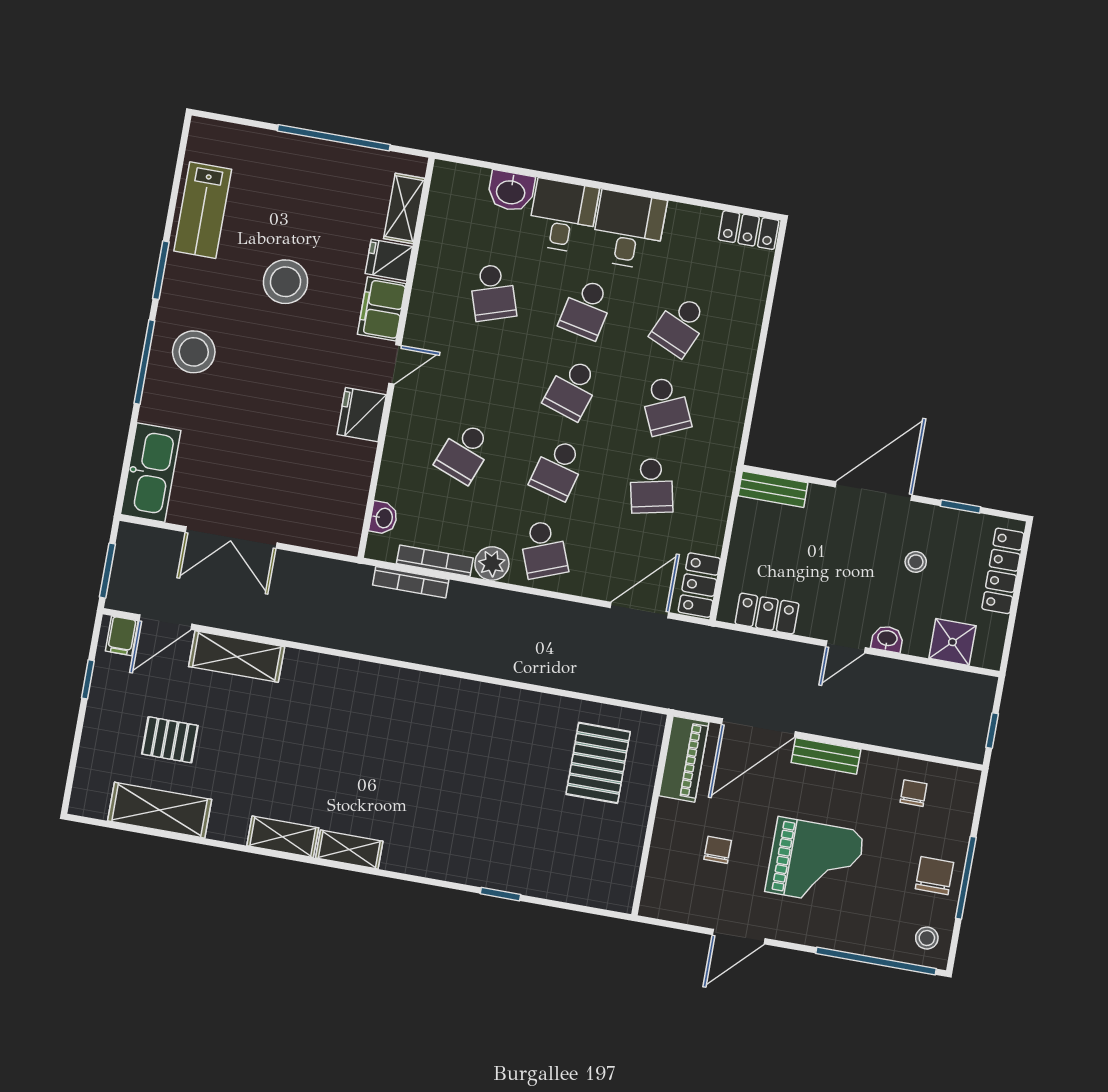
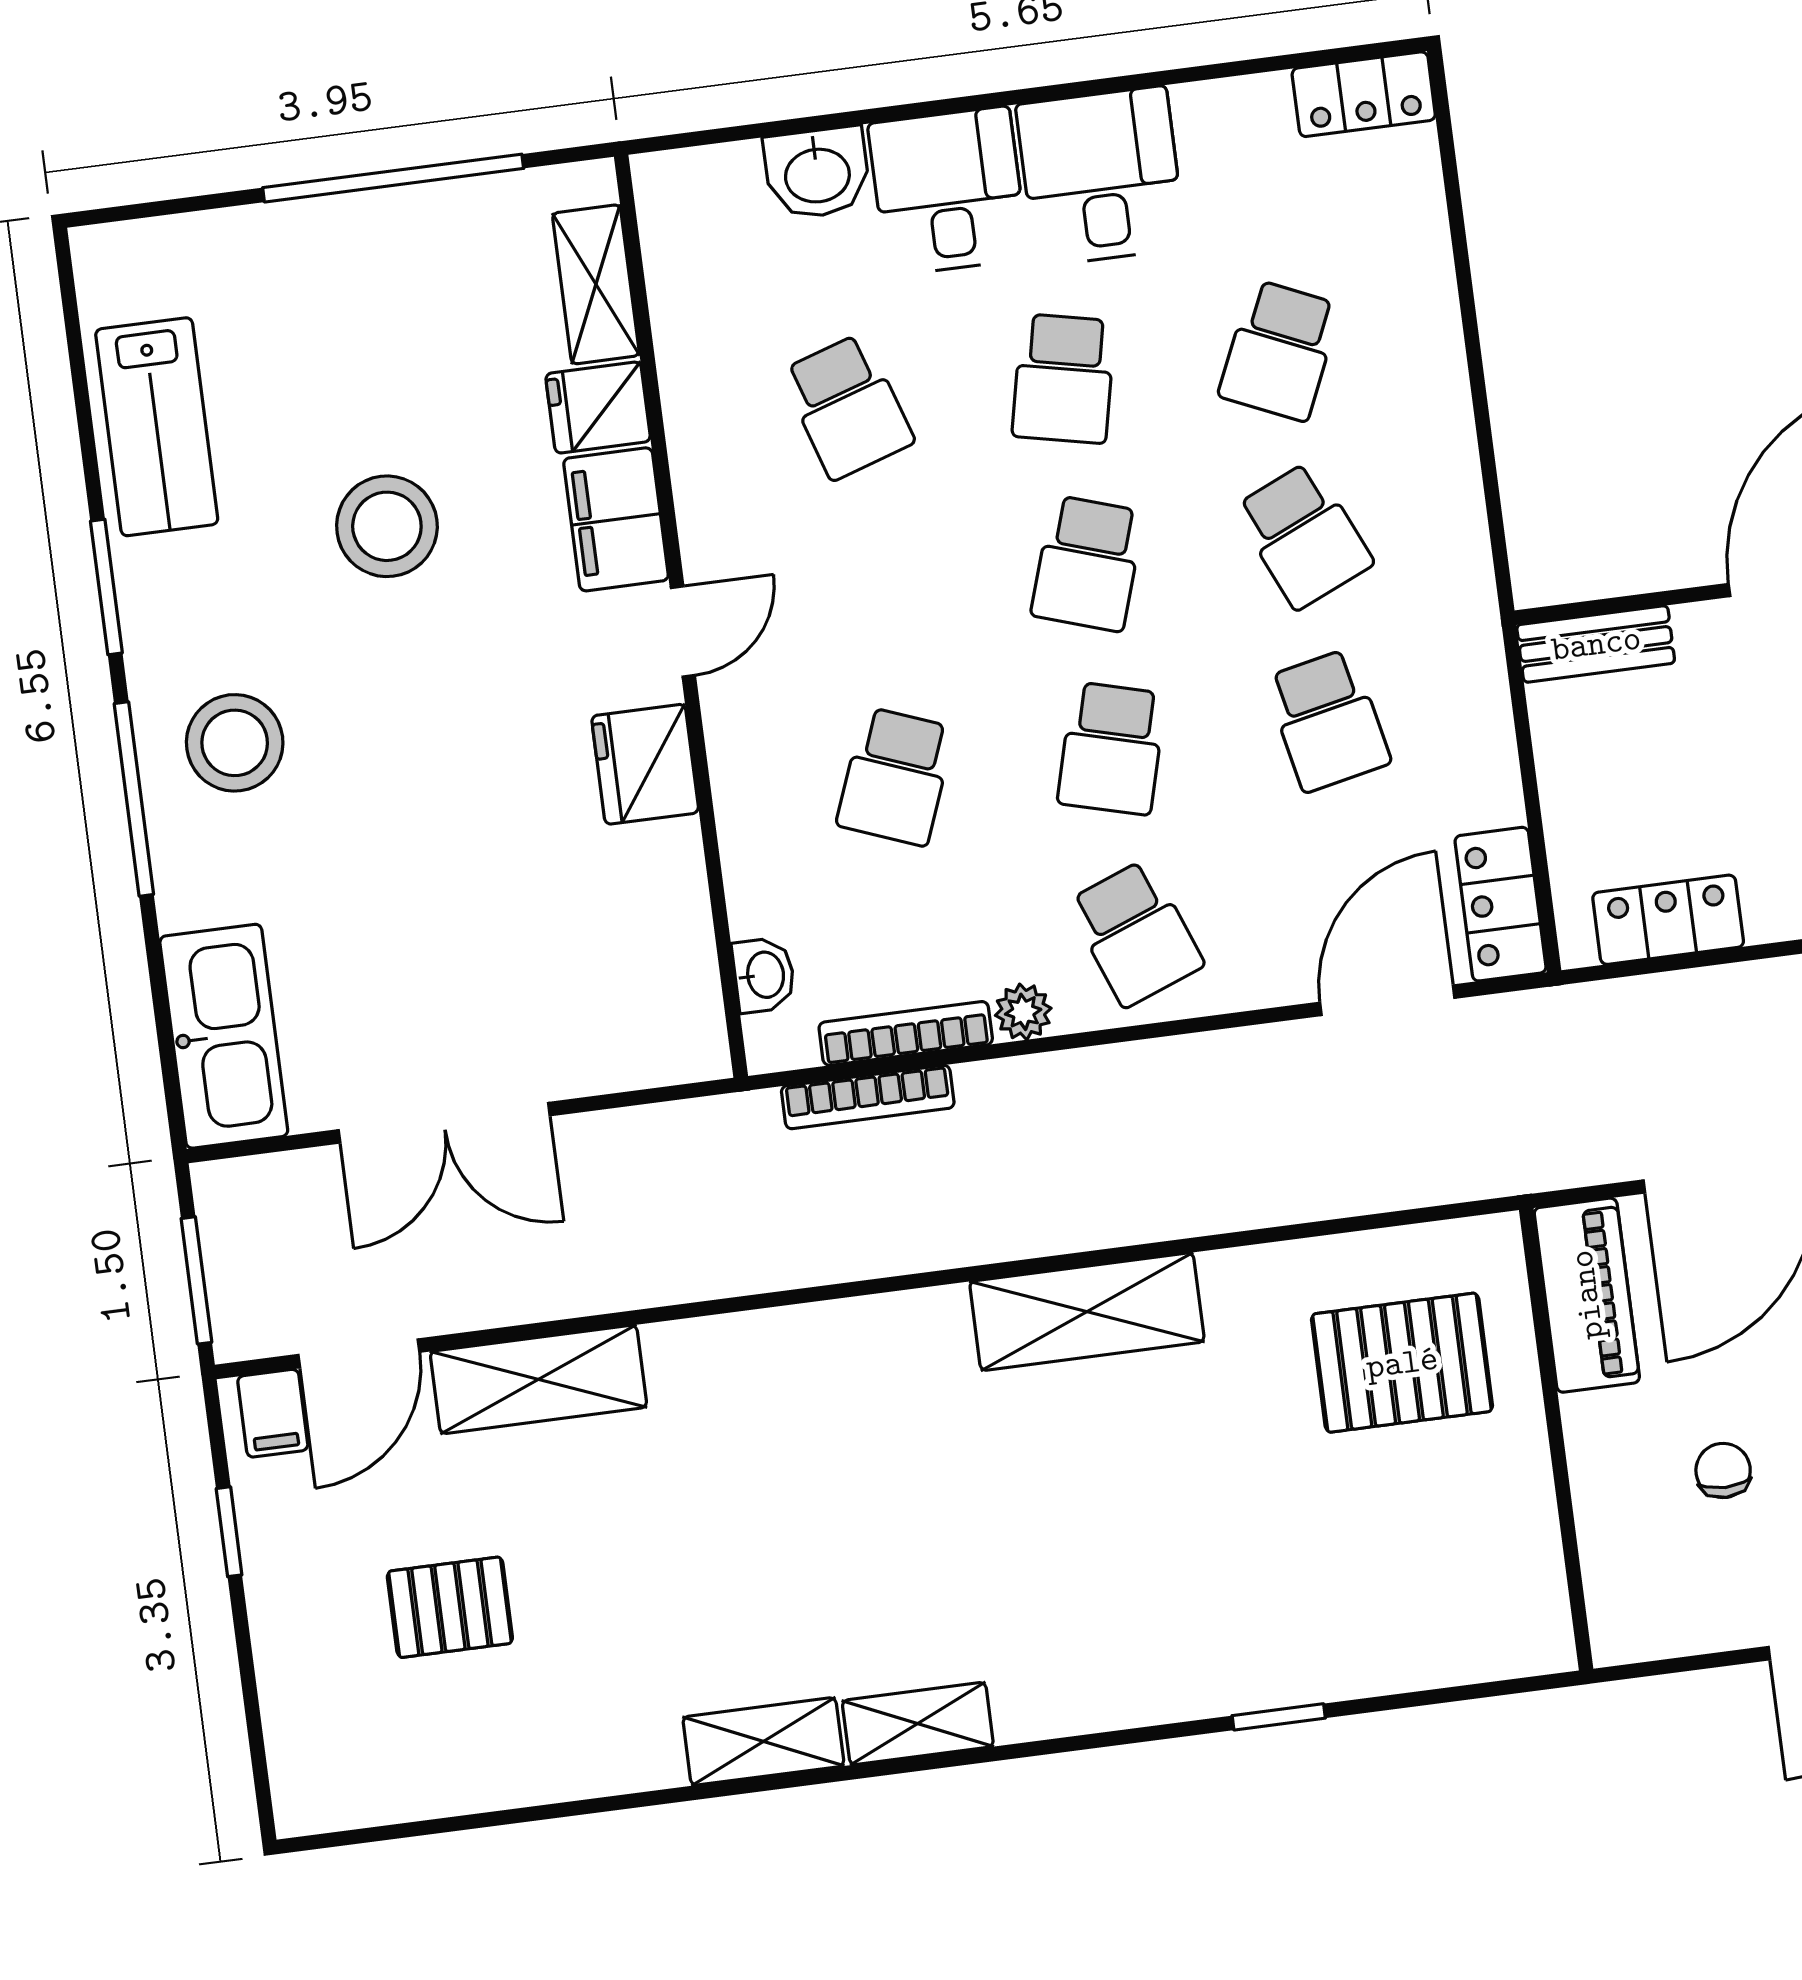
plant: (492, 563) -> (1023, 1012), width x0.73, depth x0.73
pallet: (598, 763) -> (1402, 1363), turned 90
shelving: (160, 810) -> (1087, 1312), moved

